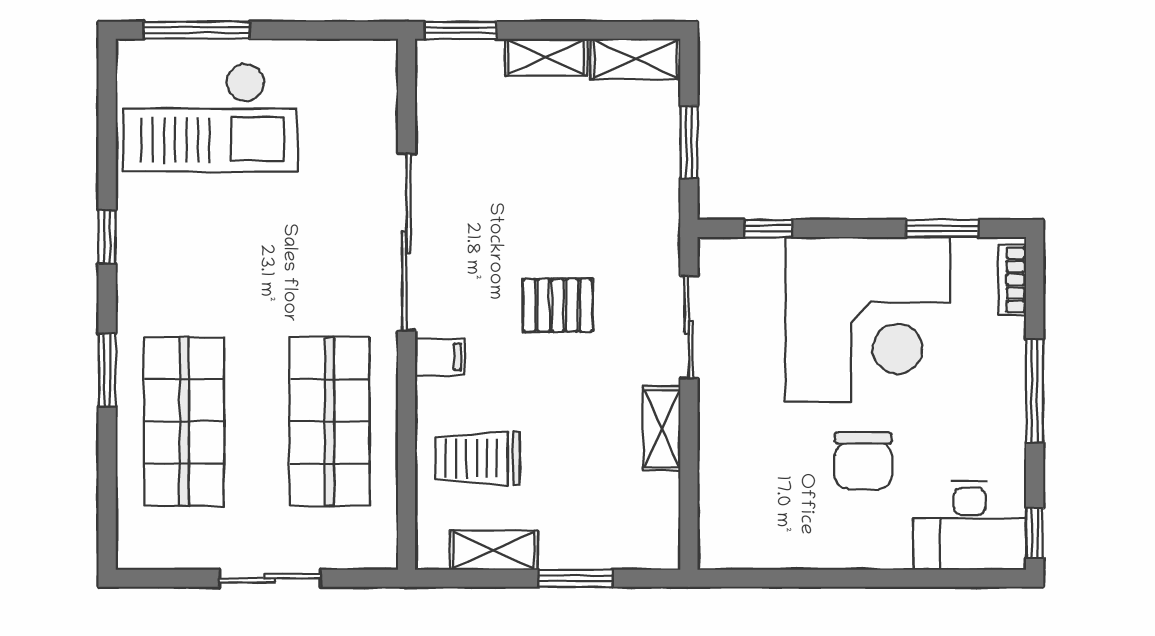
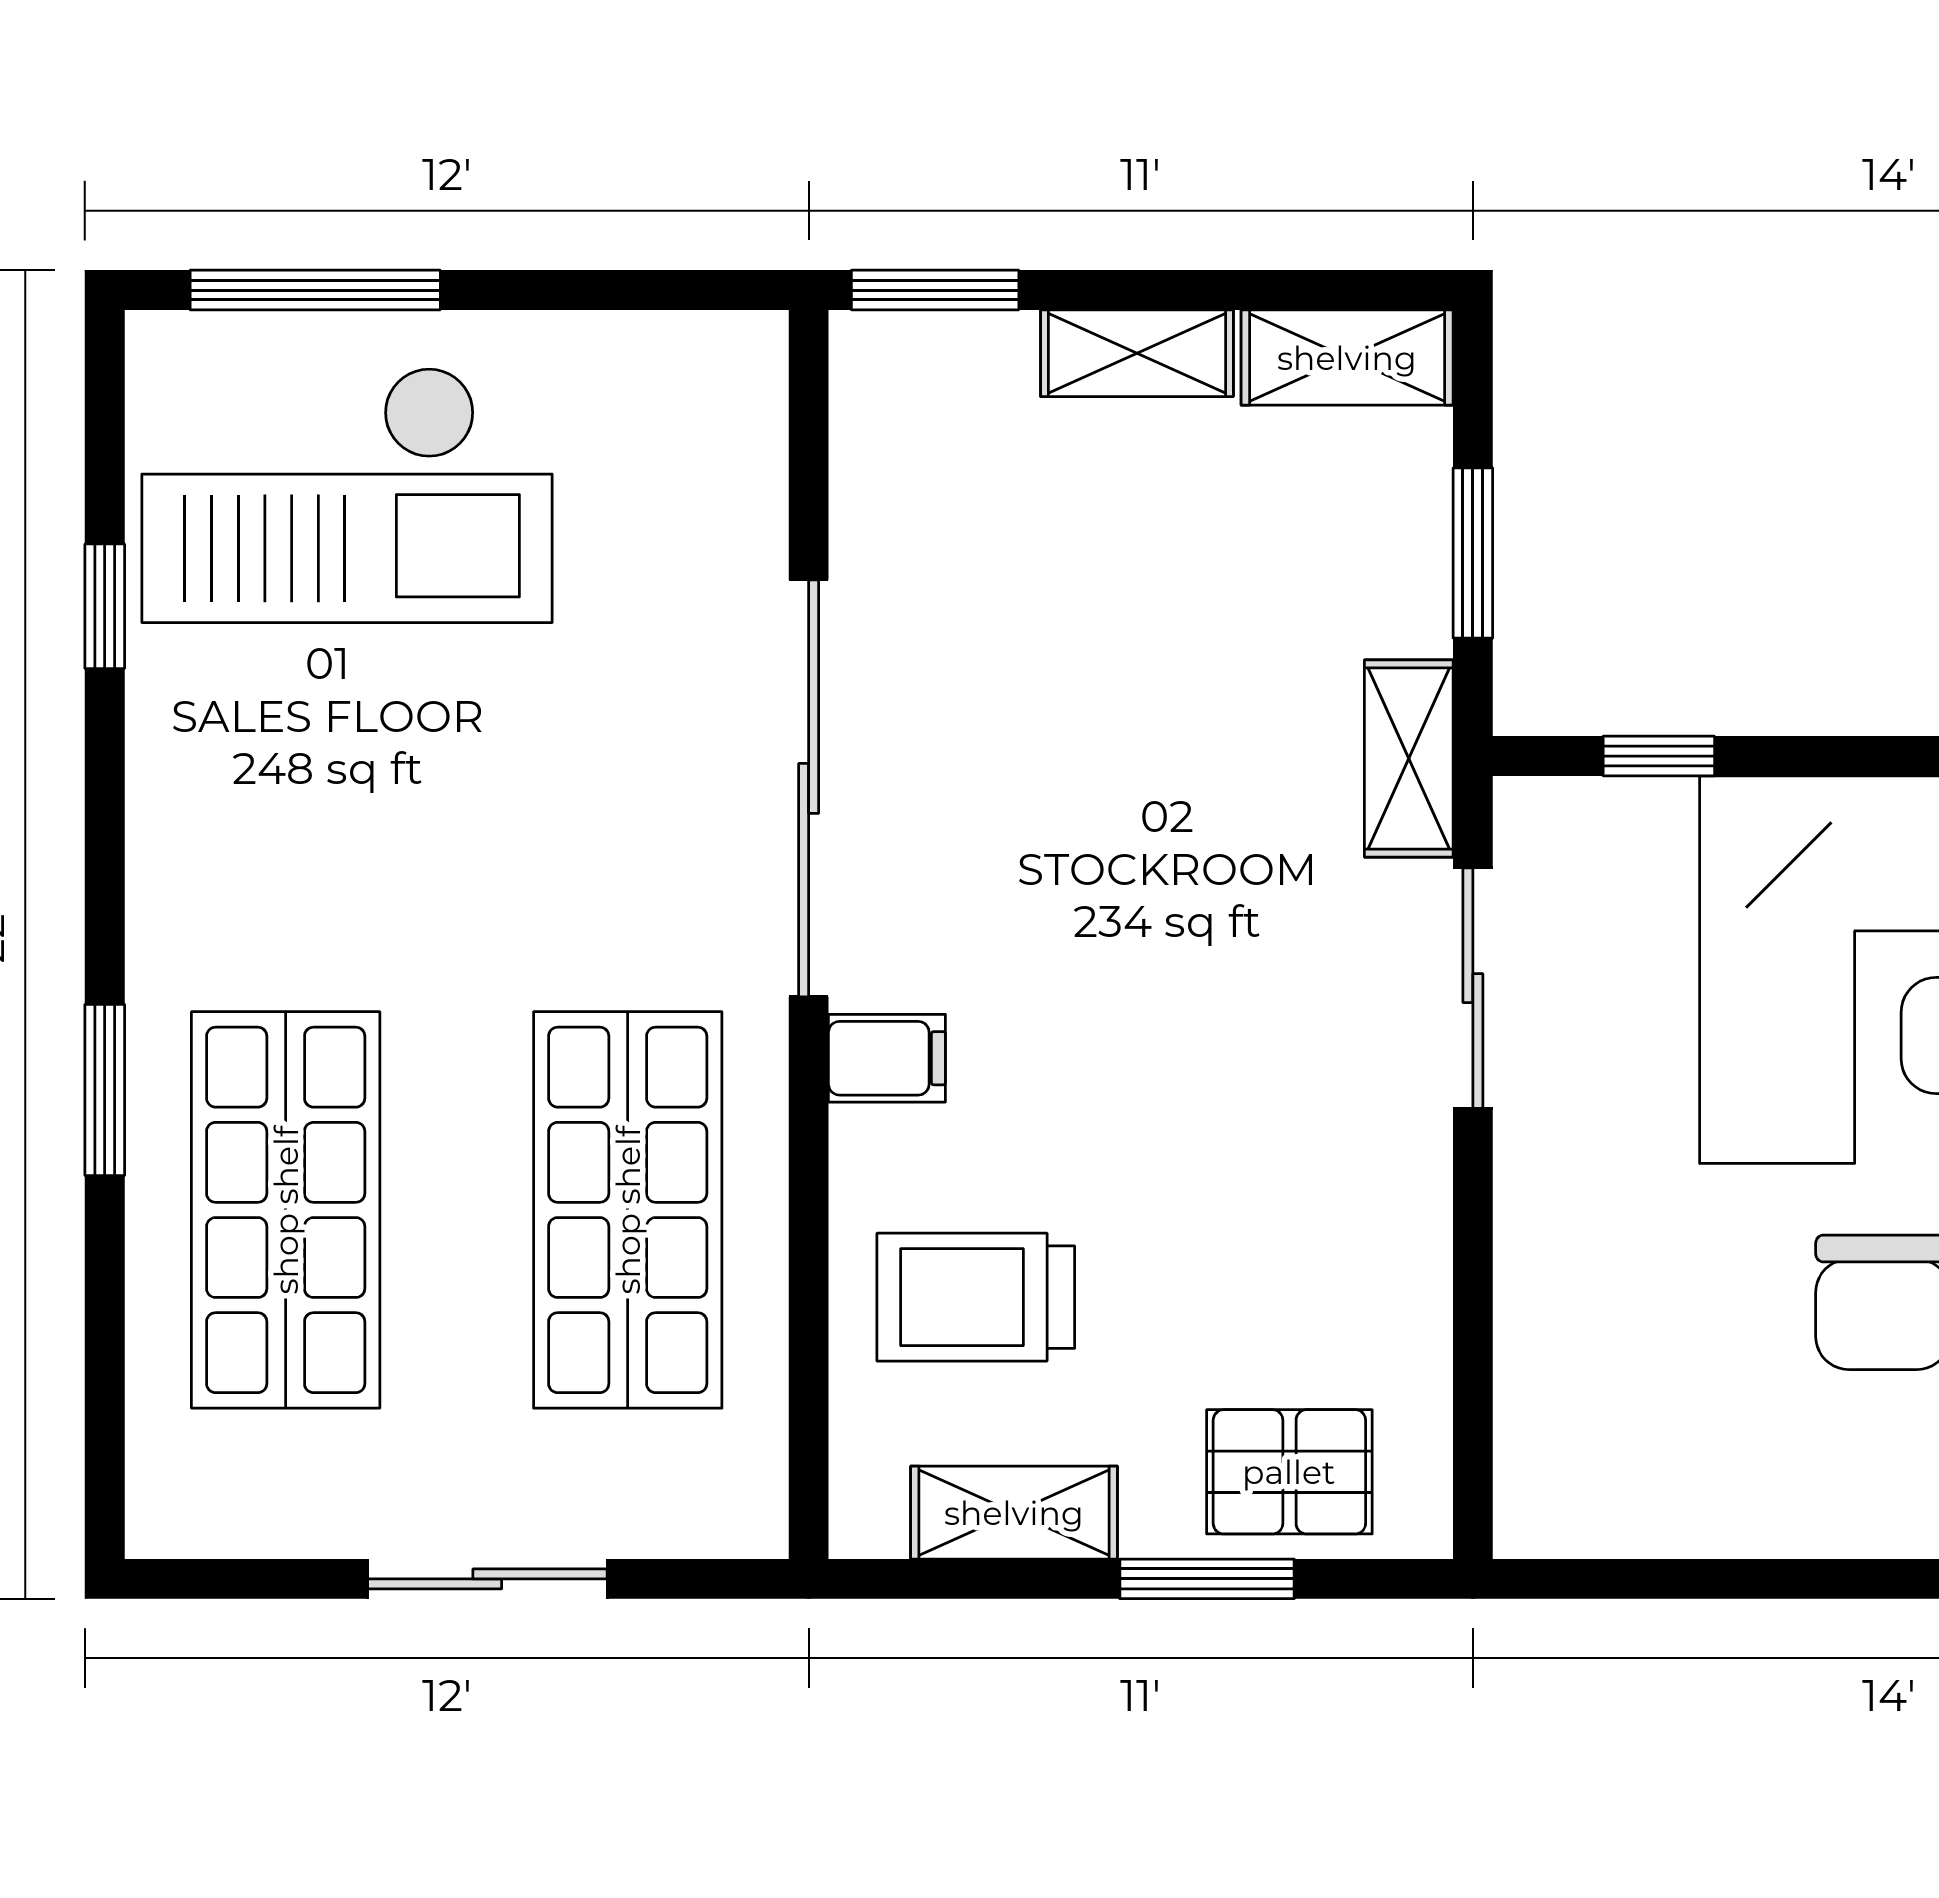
window: (107, 237) -> (105, 606), moved
pallet: (558, 305) -> (1289, 1472), moved
shelving: (662, 429) -> (1409, 759), moved

